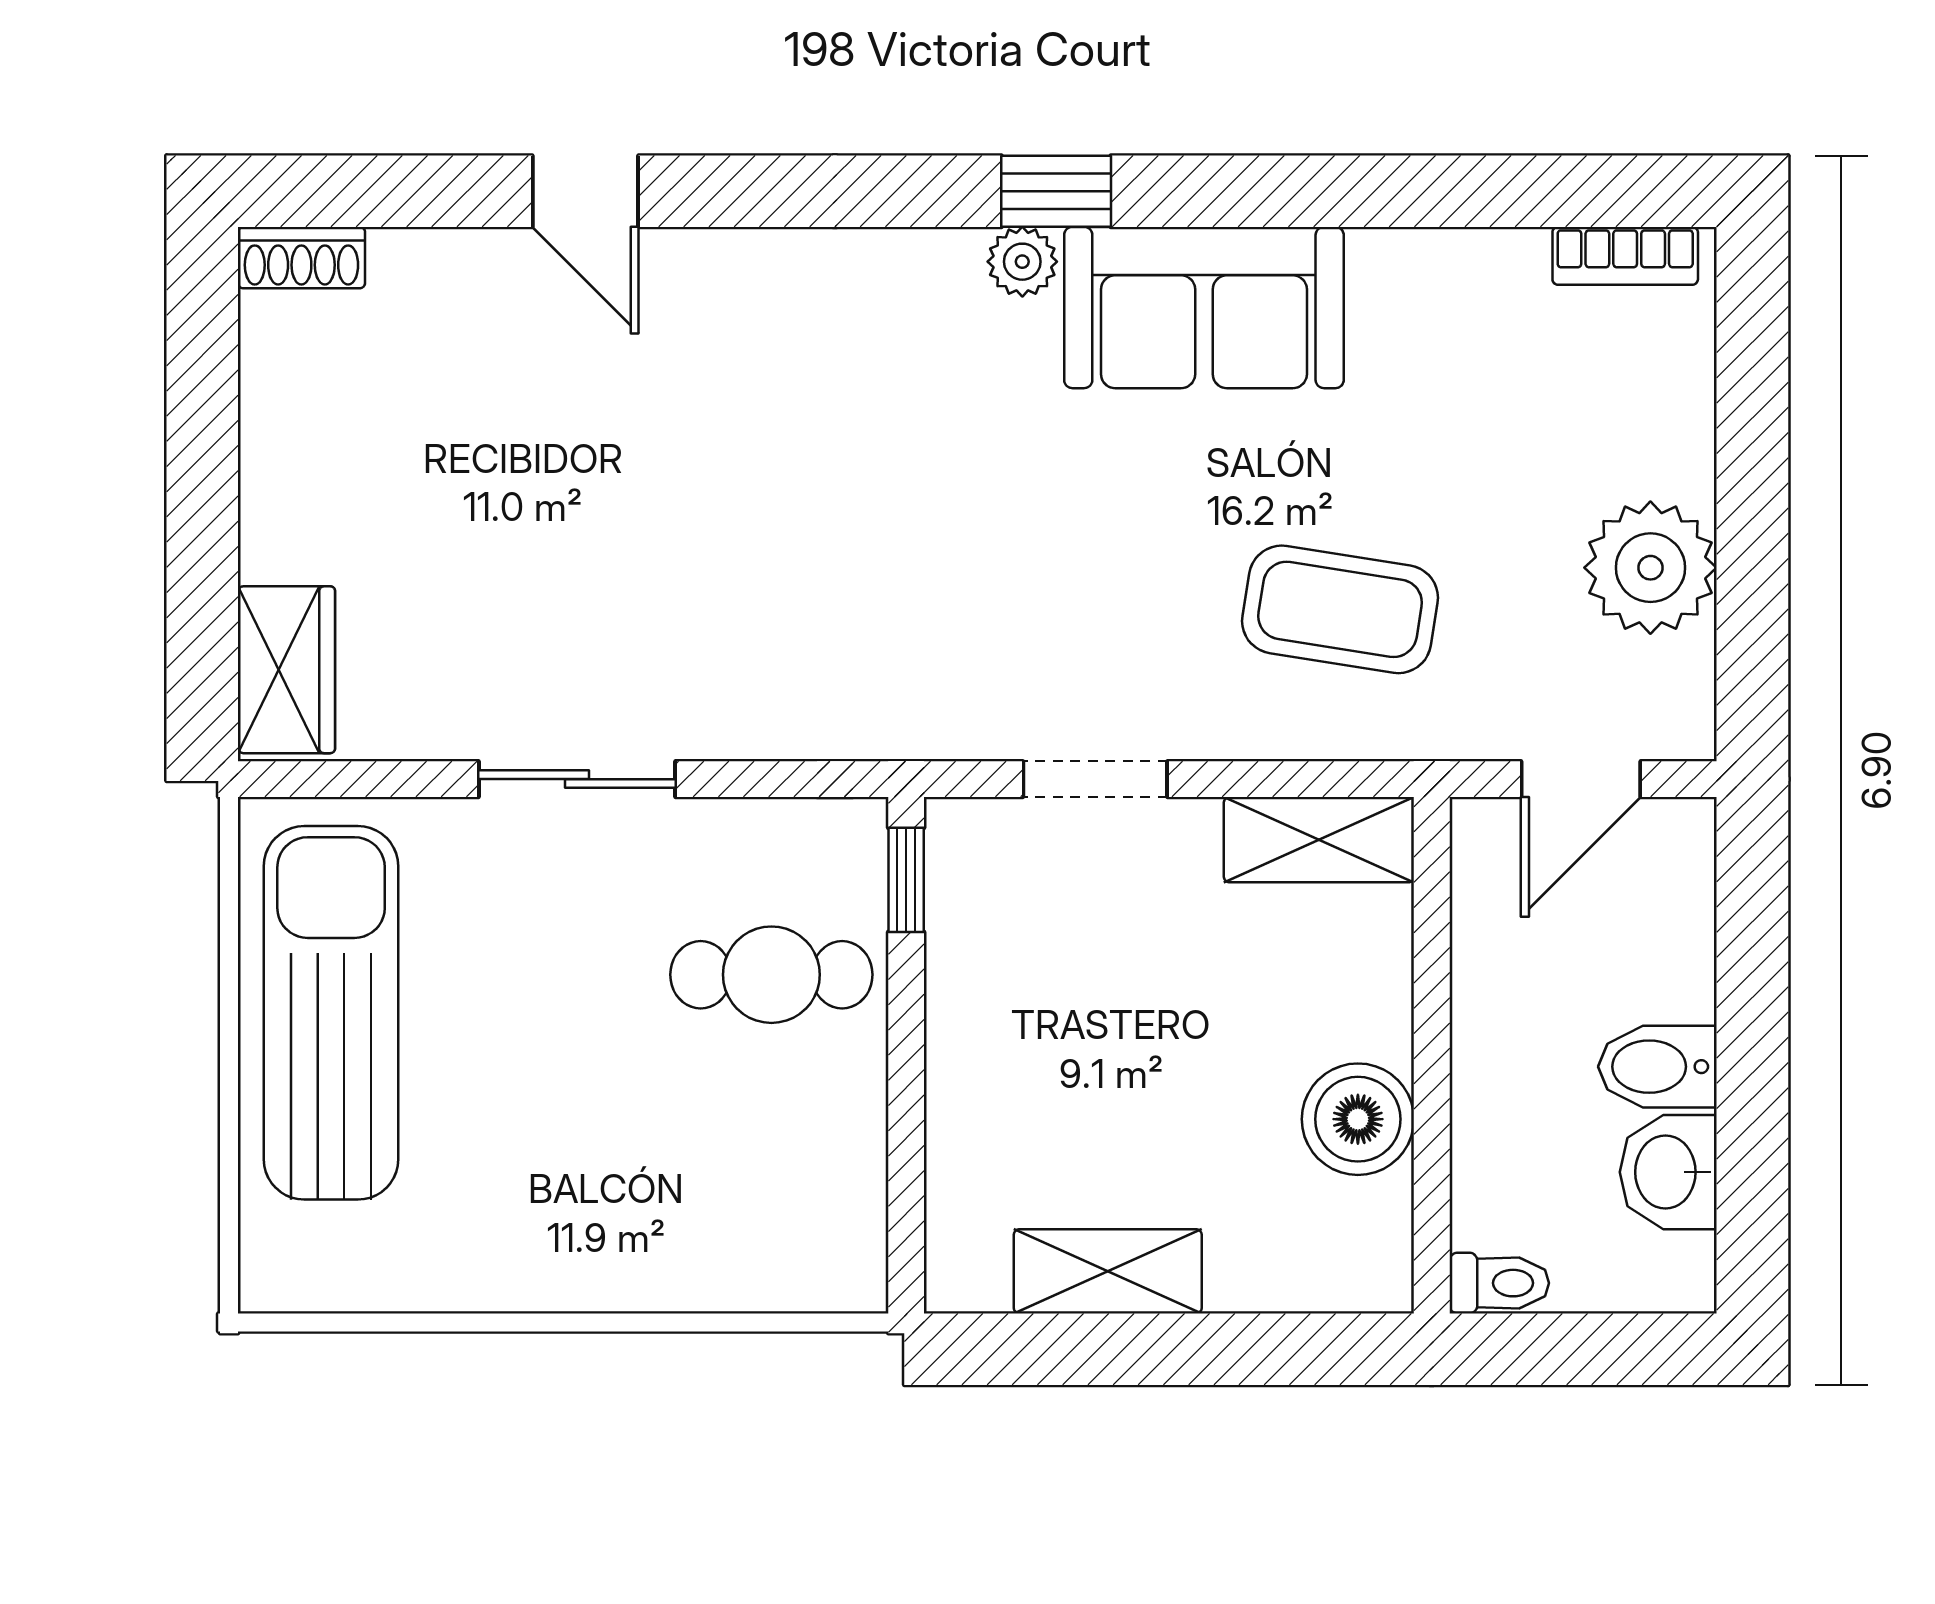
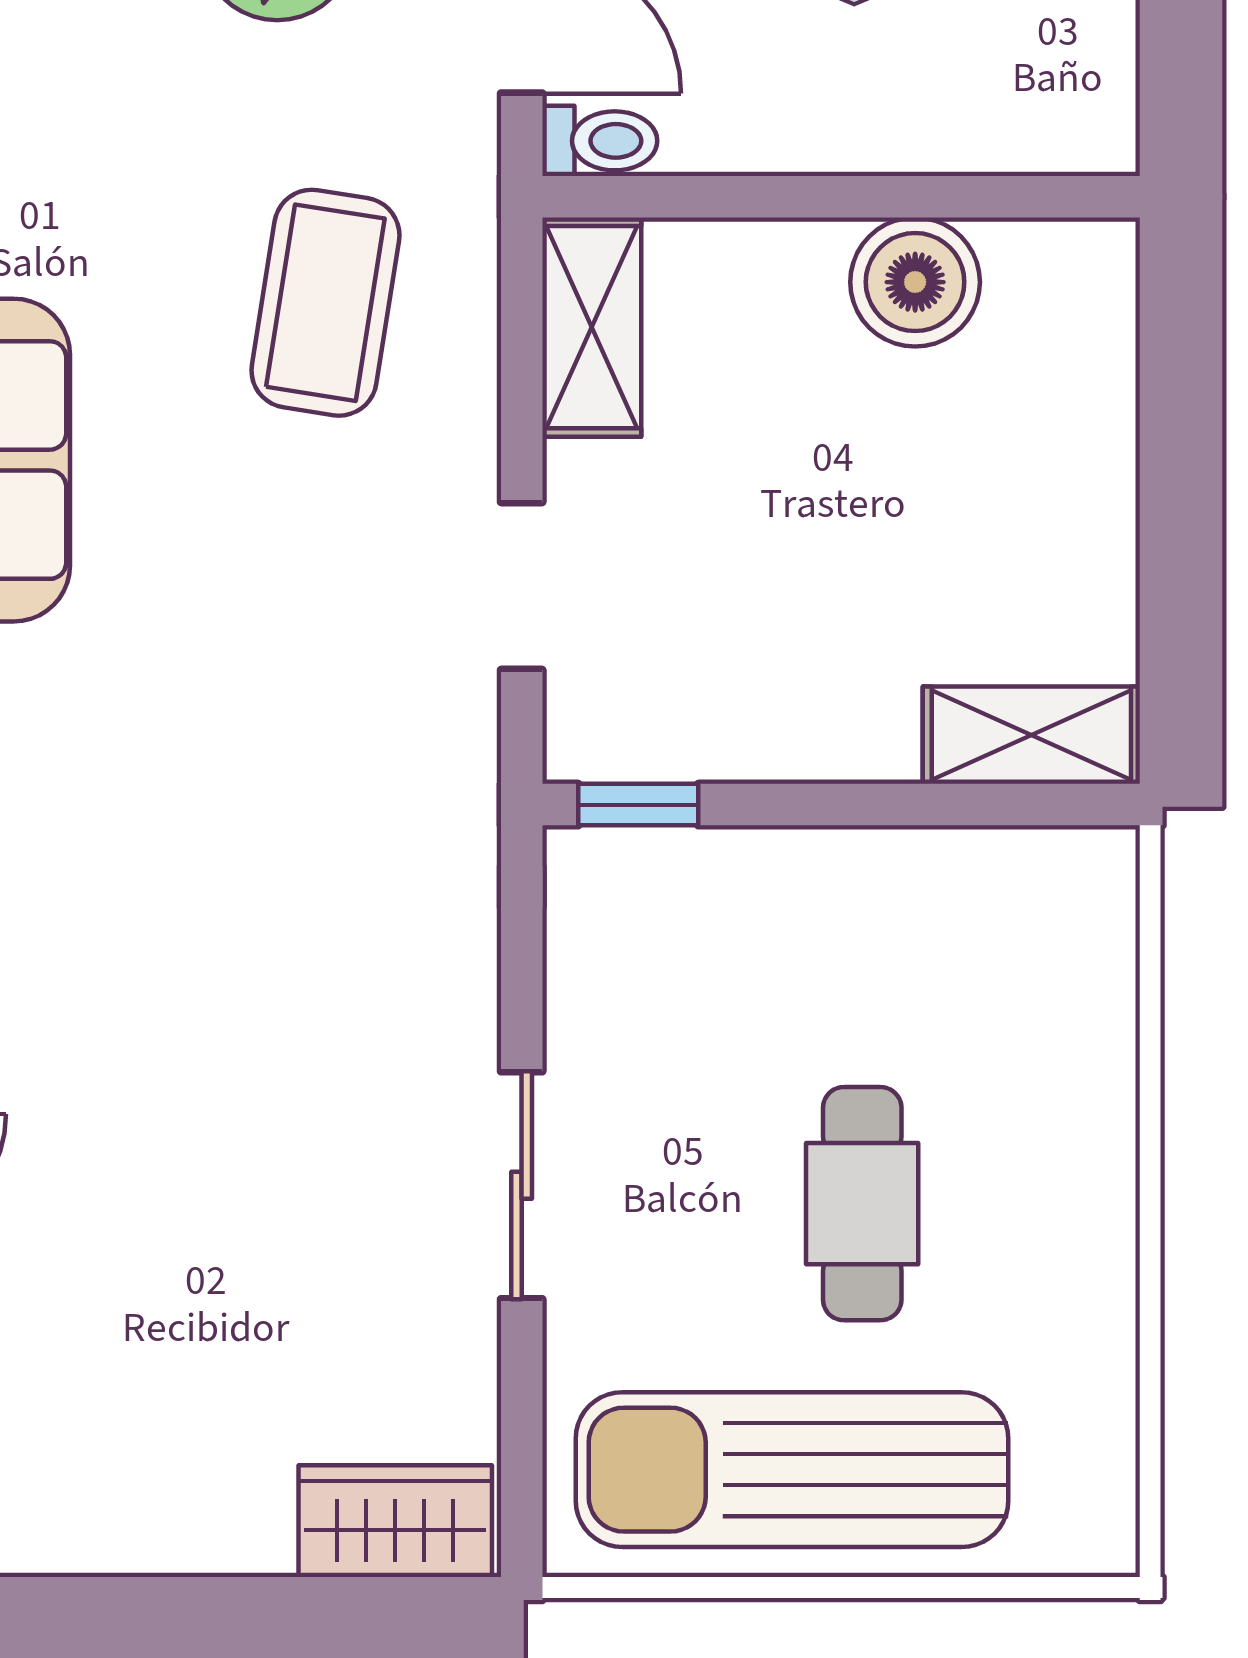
cafe table: (771, 975) -> (862, 1204), moved
shelving: (1108, 1271) -> (1031, 735), moved, turned 90
toilet: (1499, 1283) -> (600, 141), moved, turned 90

